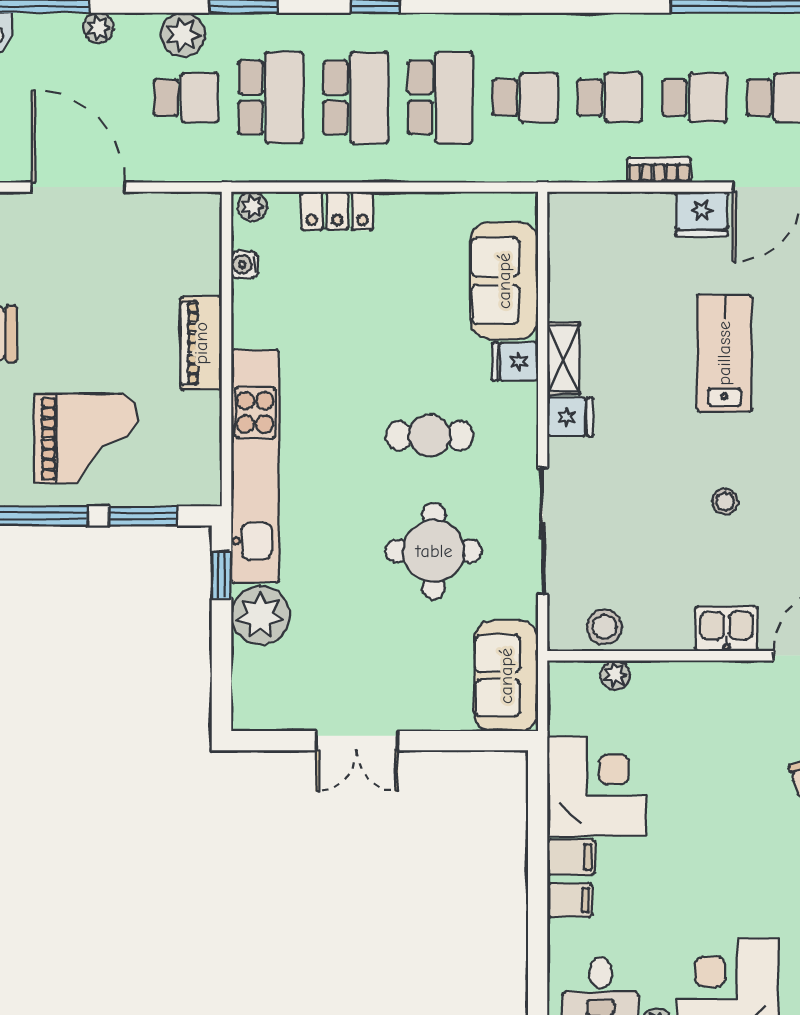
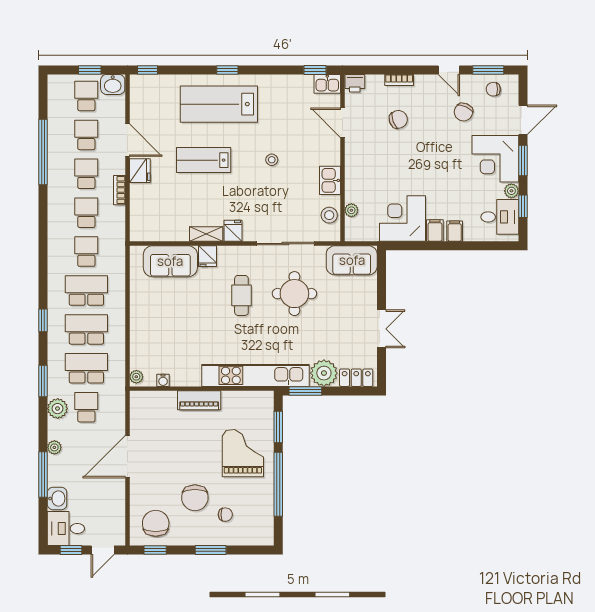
locker: (337, 211) -> (356, 378), moved, turned -90
window: (221, 575) -> (305, 391), width x1.50
kitchen sink: (726, 629) -> (330, 180), moved

